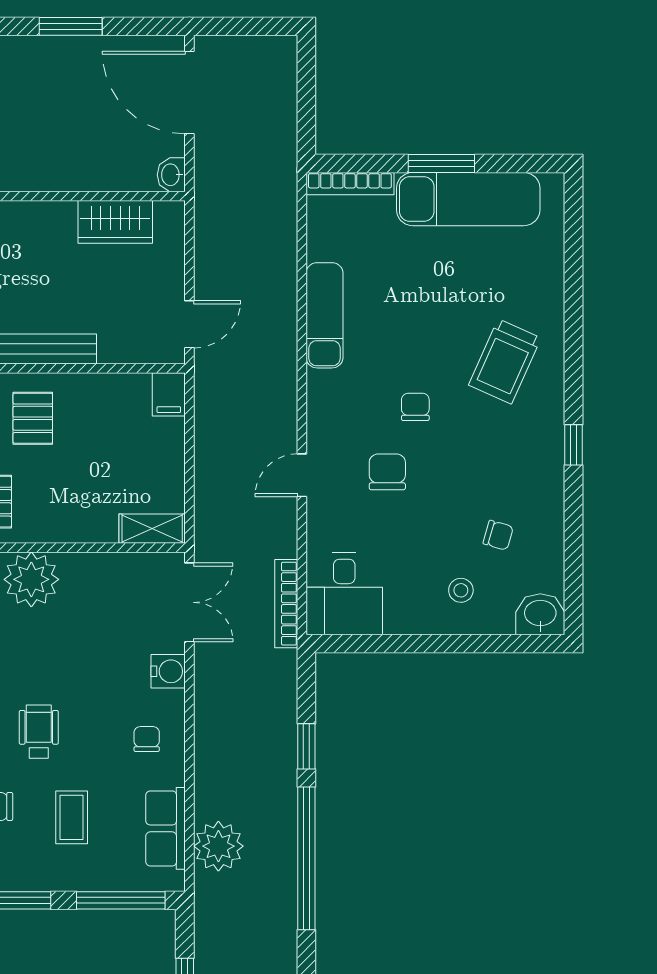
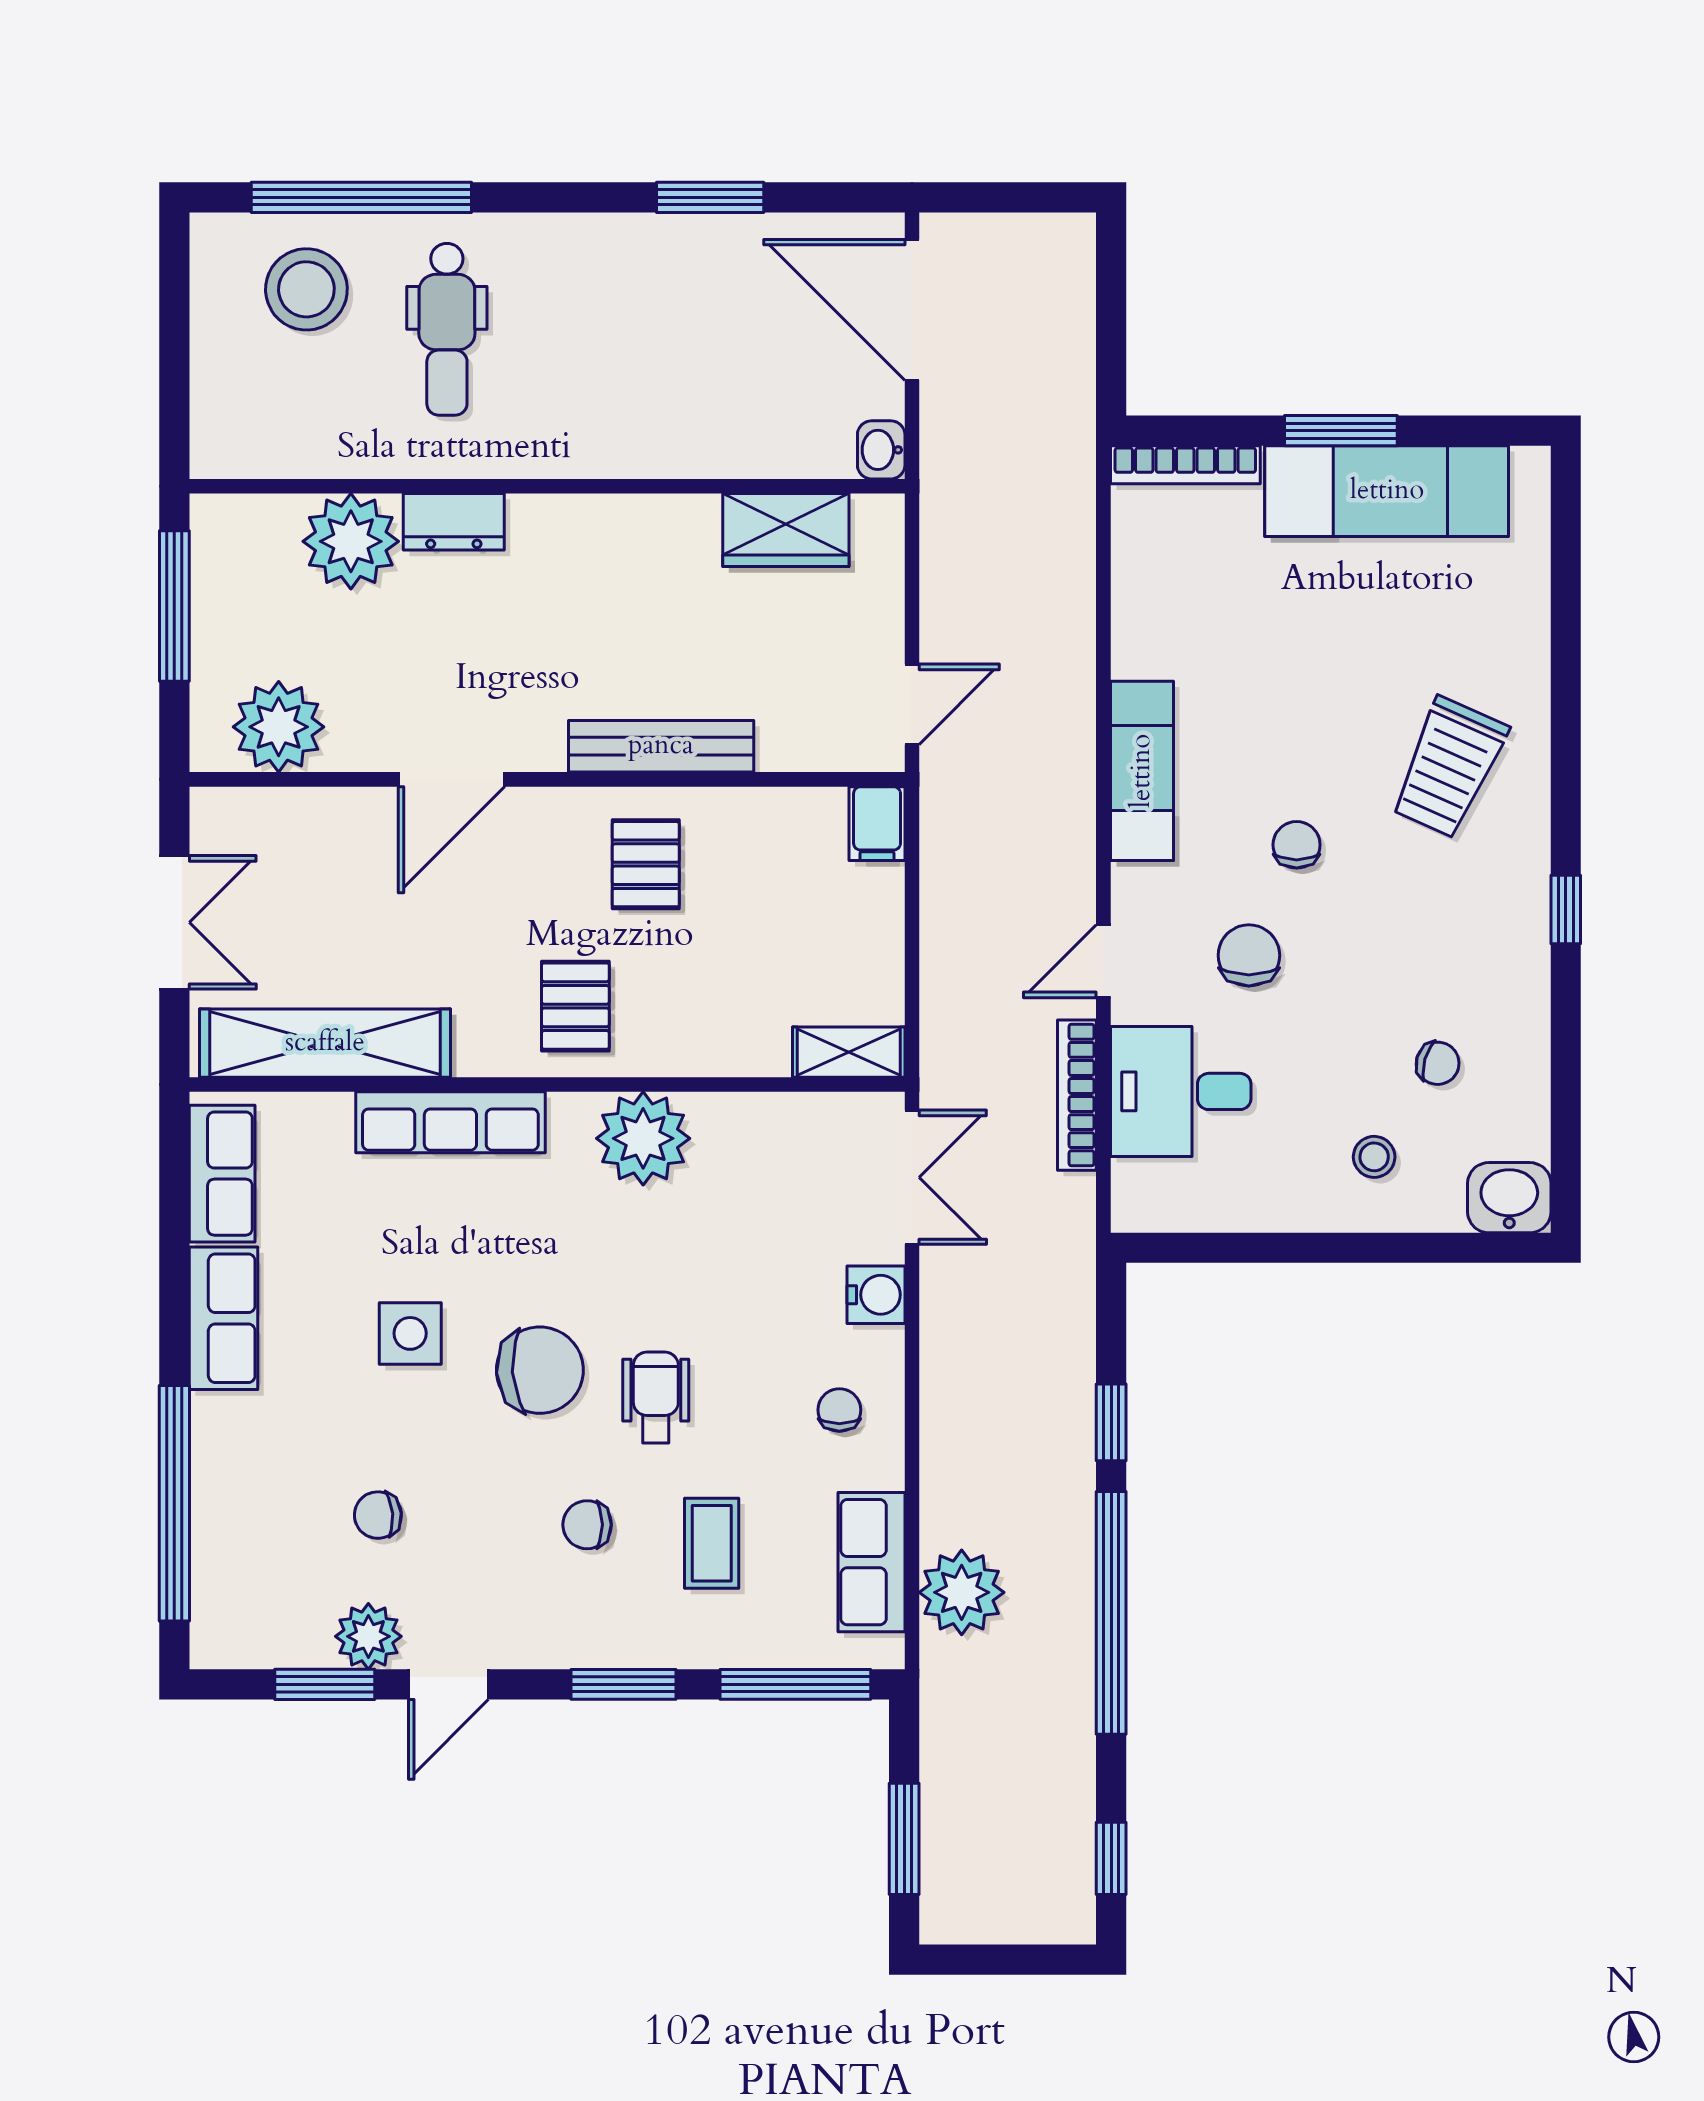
exam couch: (324, 315) -> (1142, 771), moved
desk: (344, 594) -> (1181, 1091), moved, turned 90
bookcase: (286, 604) -> (1077, 1095), moved

